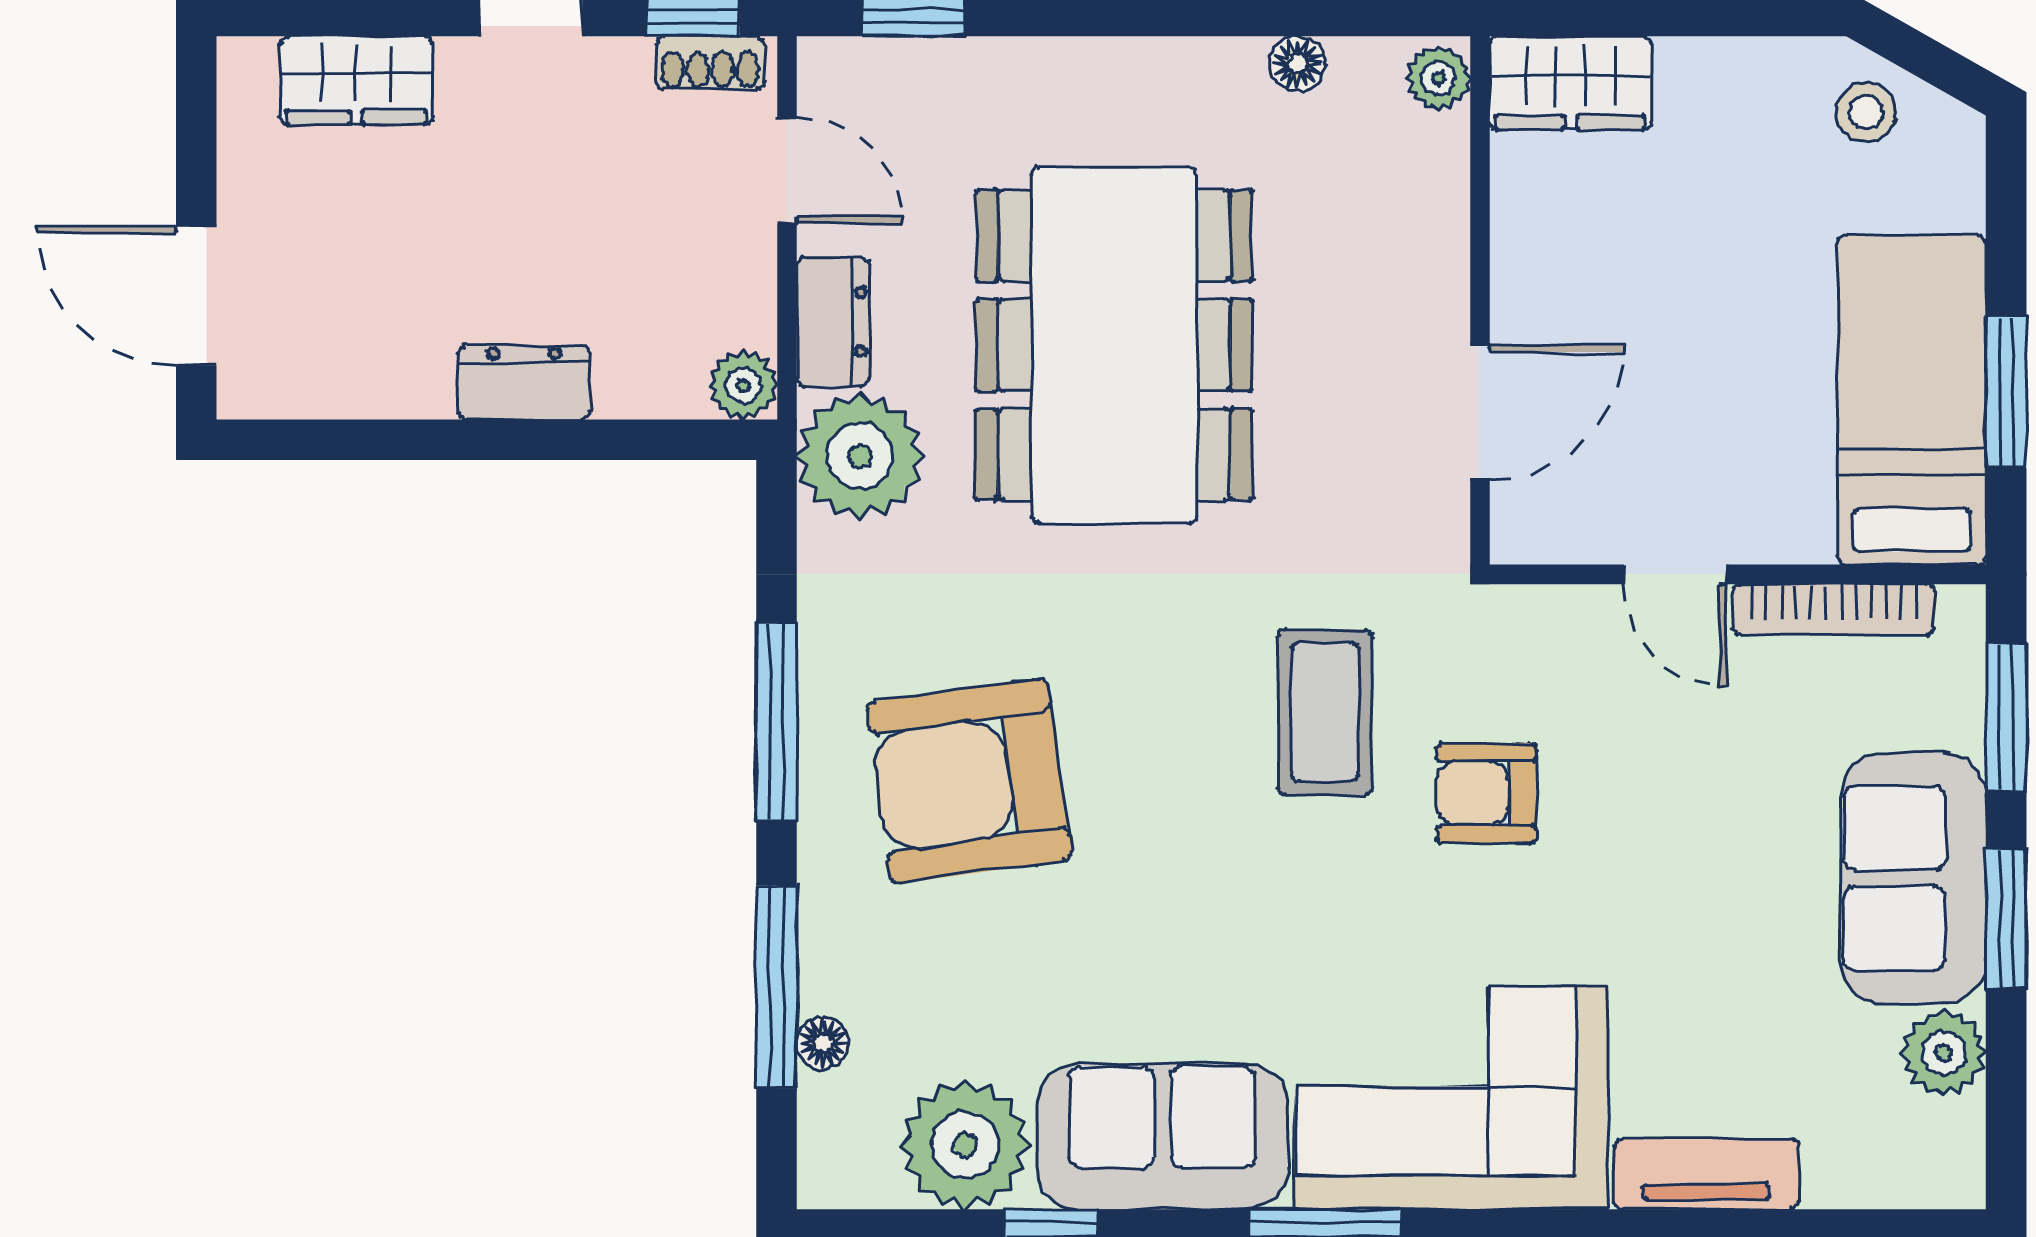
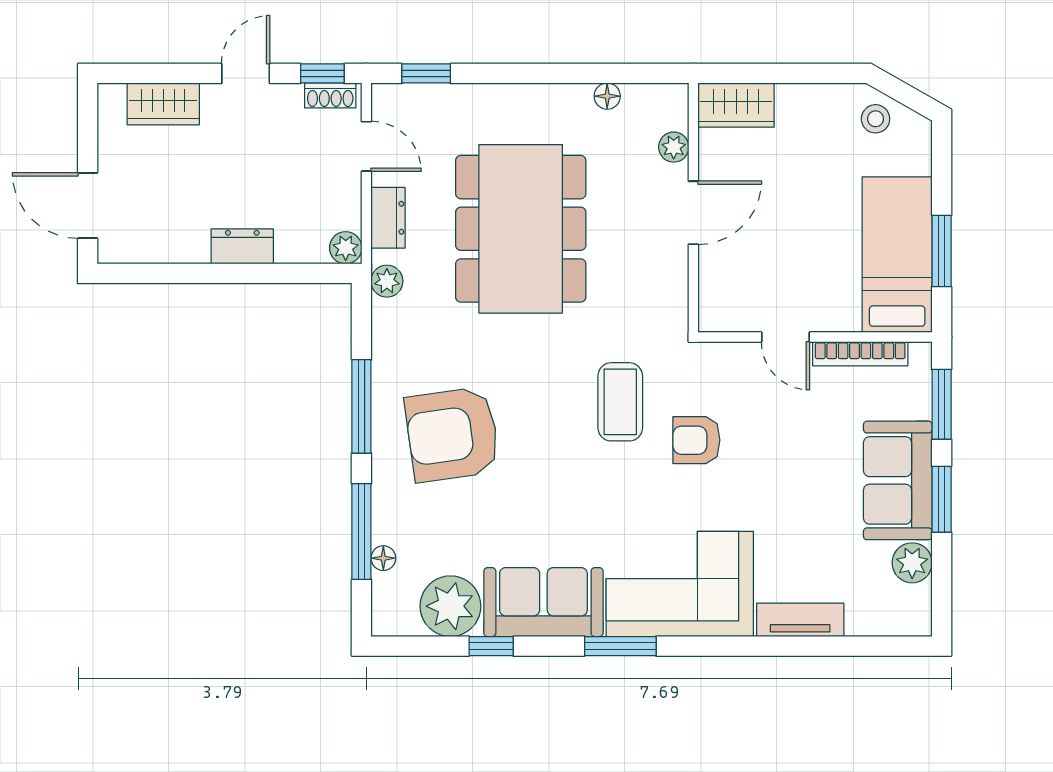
plant: (1438, 78) -> (674, 147), moved
door: (1480, 412) -> (693, 213), moved
plant: (860, 456) -> (387, 281), width x0.53, depth x0.53

